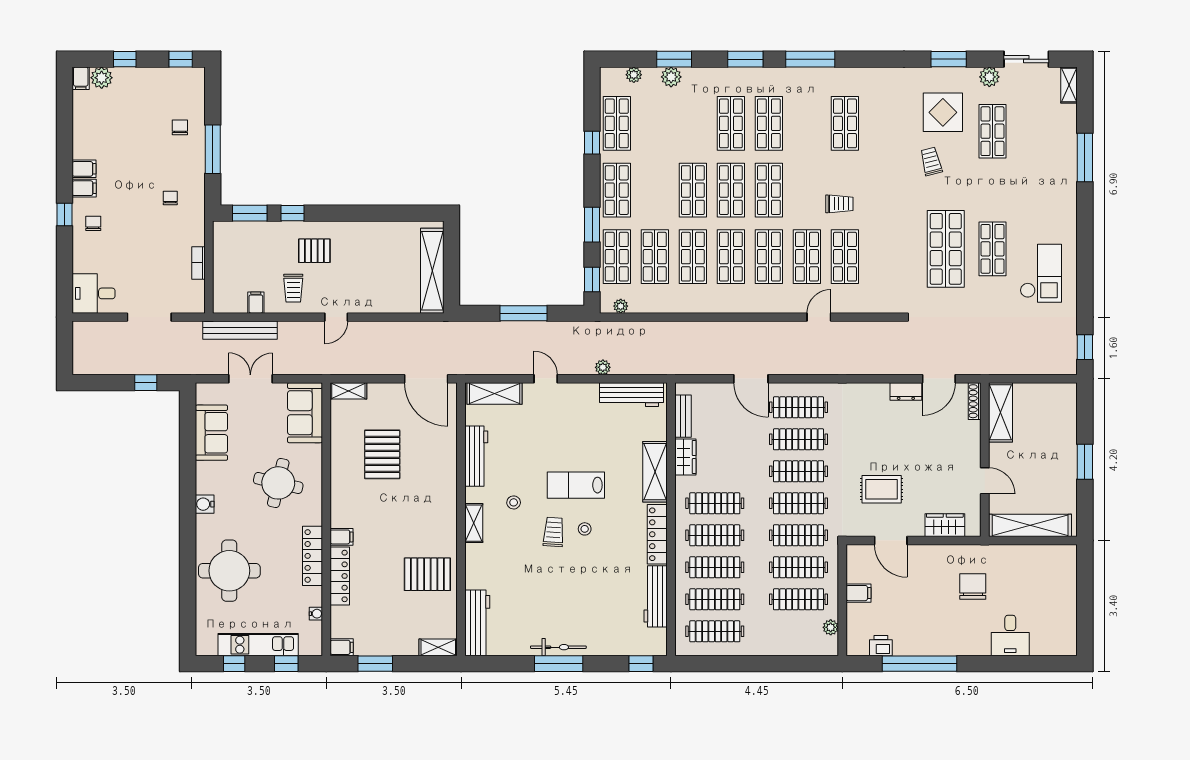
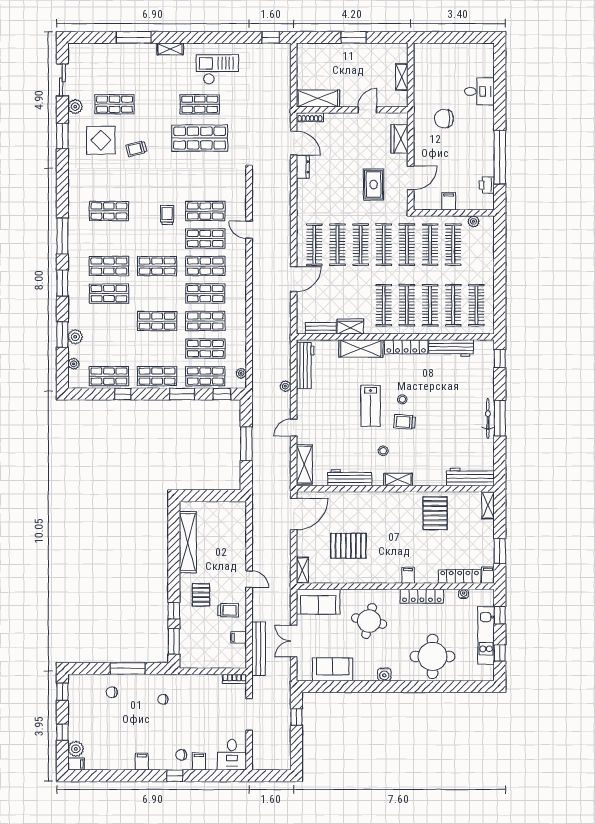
shelving: (1069, 85) -> (170, 49), moved
filing cabinet: (84, 188) -> (199, 761), moved
shop shelf: (731, 190) -> (157, 294), removed
bookcase: (198, 263) -> (234, 679), moved
shelving: (432, 271) -> (188, 542), moved, turned 90
shelving: (1030, 525) -> (402, 77), width x0.45, depth x0.75
locker: (340, 576) -> (460, 577), moved

